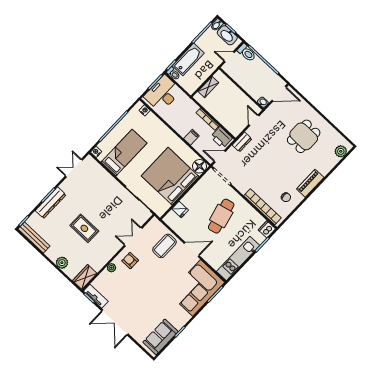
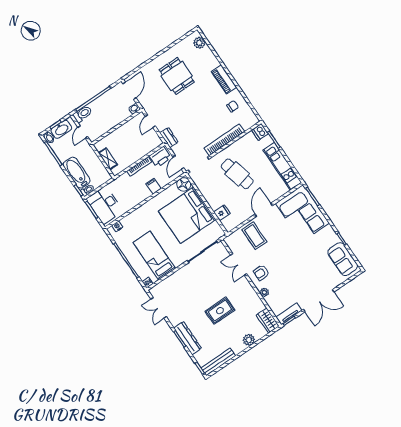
door: (254, 120) -> (150, 121), hinge flipped
bookcase: (263, 207) -> (224, 140), moved

